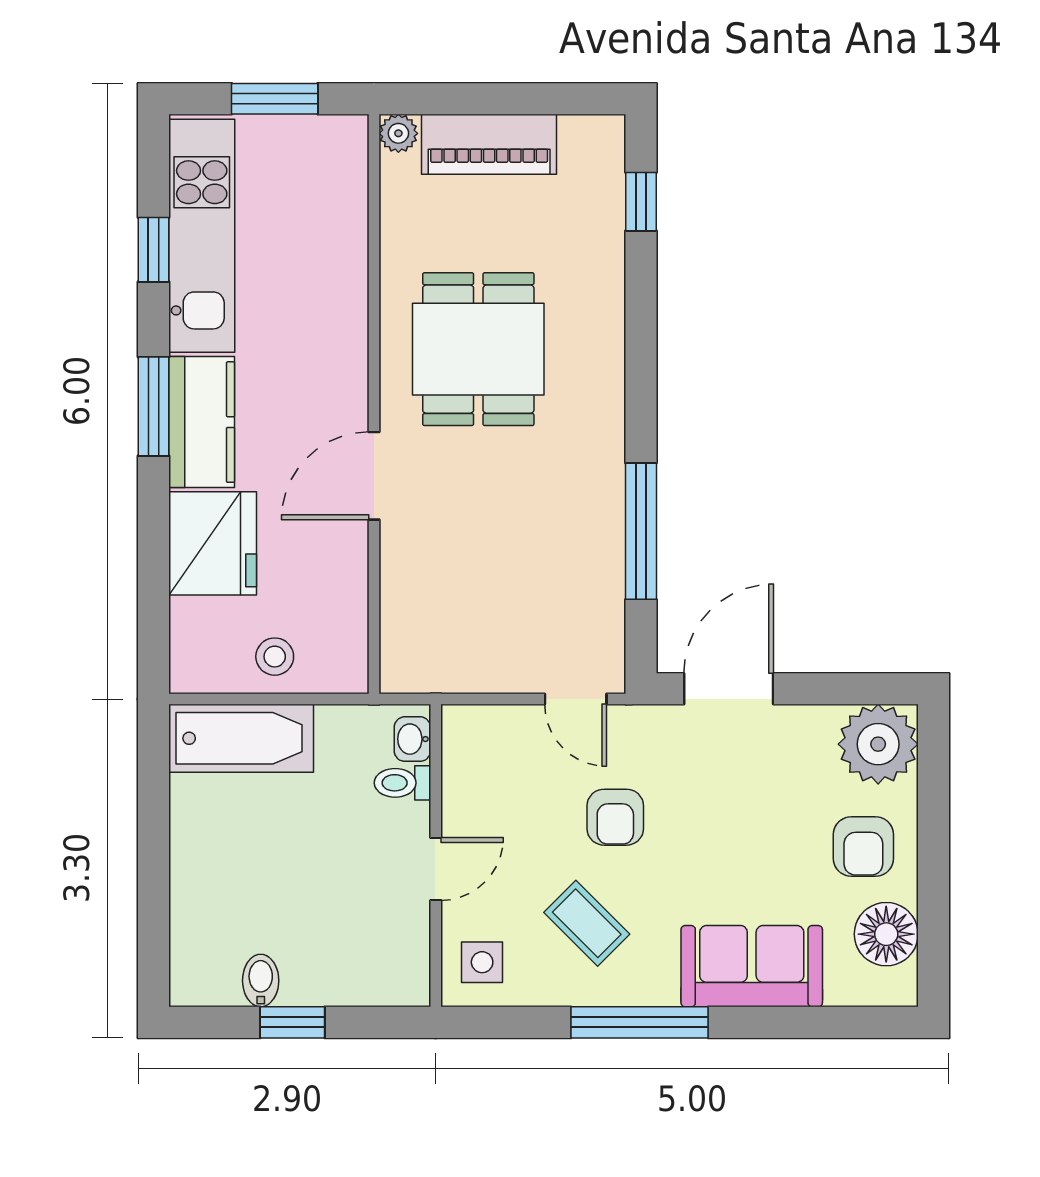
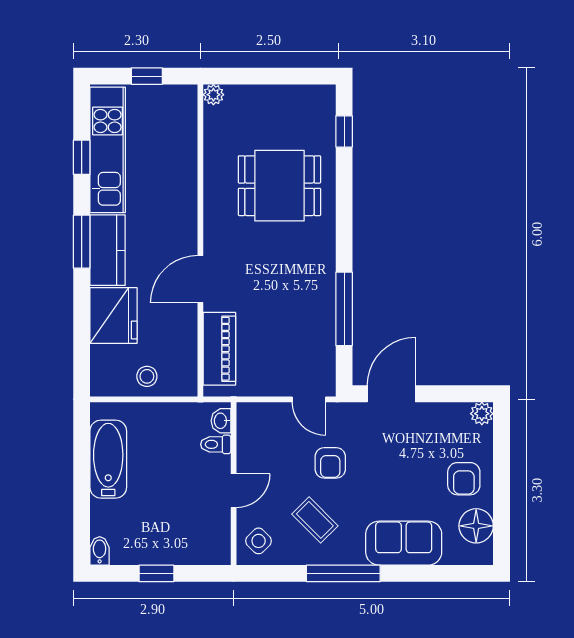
window: (275, 99) -> (147, 76), width x0.67
piano: (489, 144) -> (219, 349), moved, turned -90
dining table: (478, 349) -> (279, 186), moved, turned 90
bathtub: (241, 738) -> (108, 459), moved, turned -90
plant: (878, 744) -> (482, 414), width x0.53, depth x0.53
side table: (482, 962) -> (259, 541), turned 45
bidet: (261, 981) -> (100, 551), moved

